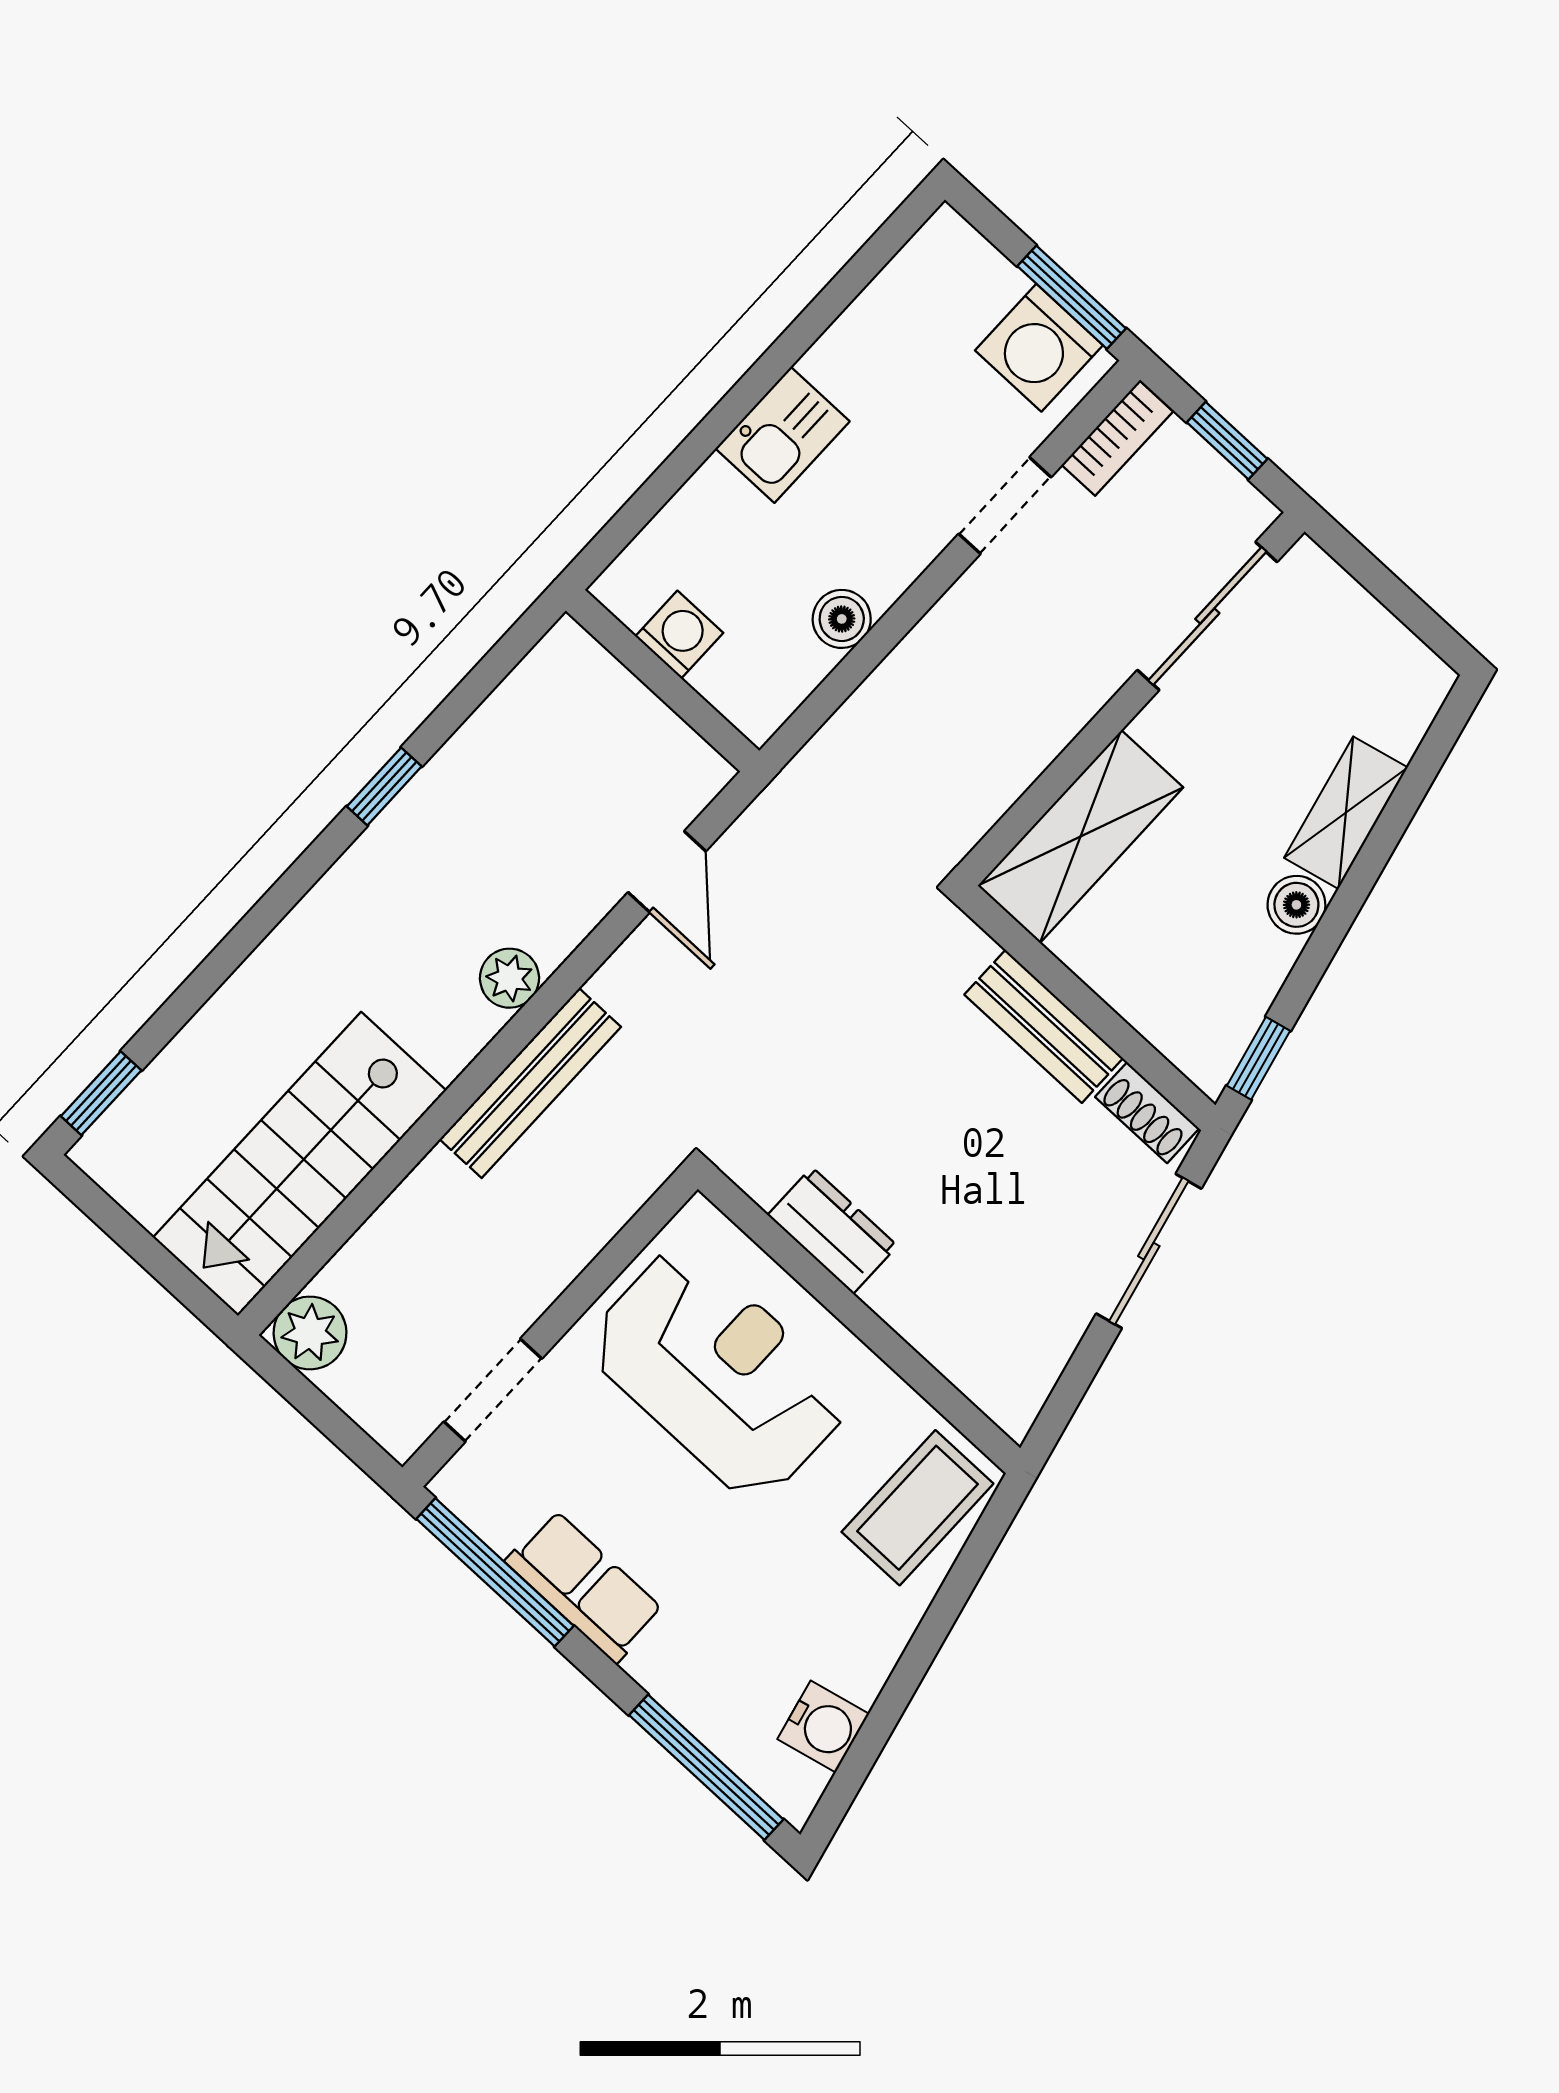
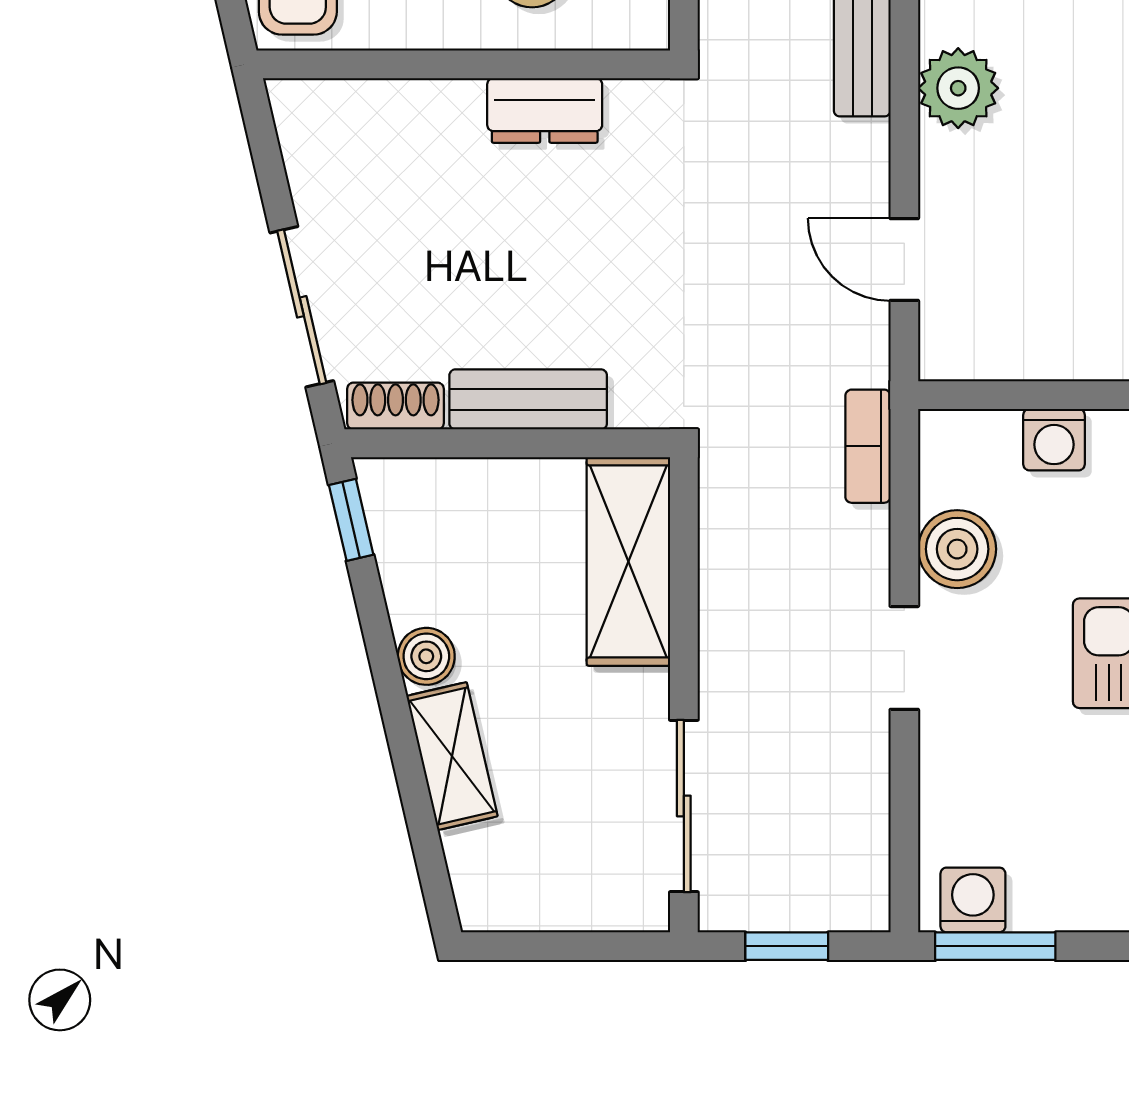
washing machine: (1039, 348) -> (973, 900), width x0.73, depth x0.73
bookcase: (1117, 438) -> (868, 446), moved
doorway: (1005, 506) -> (904, 658), moved
boiler: (842, 619) -> (957, 549), width x1.36, depth x1.36
plant: (510, 978) -> (958, 88), width x1.38, depth x1.38

